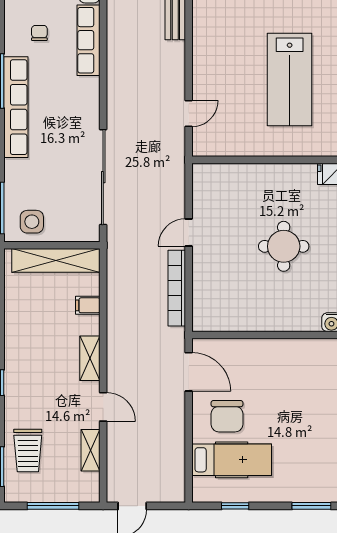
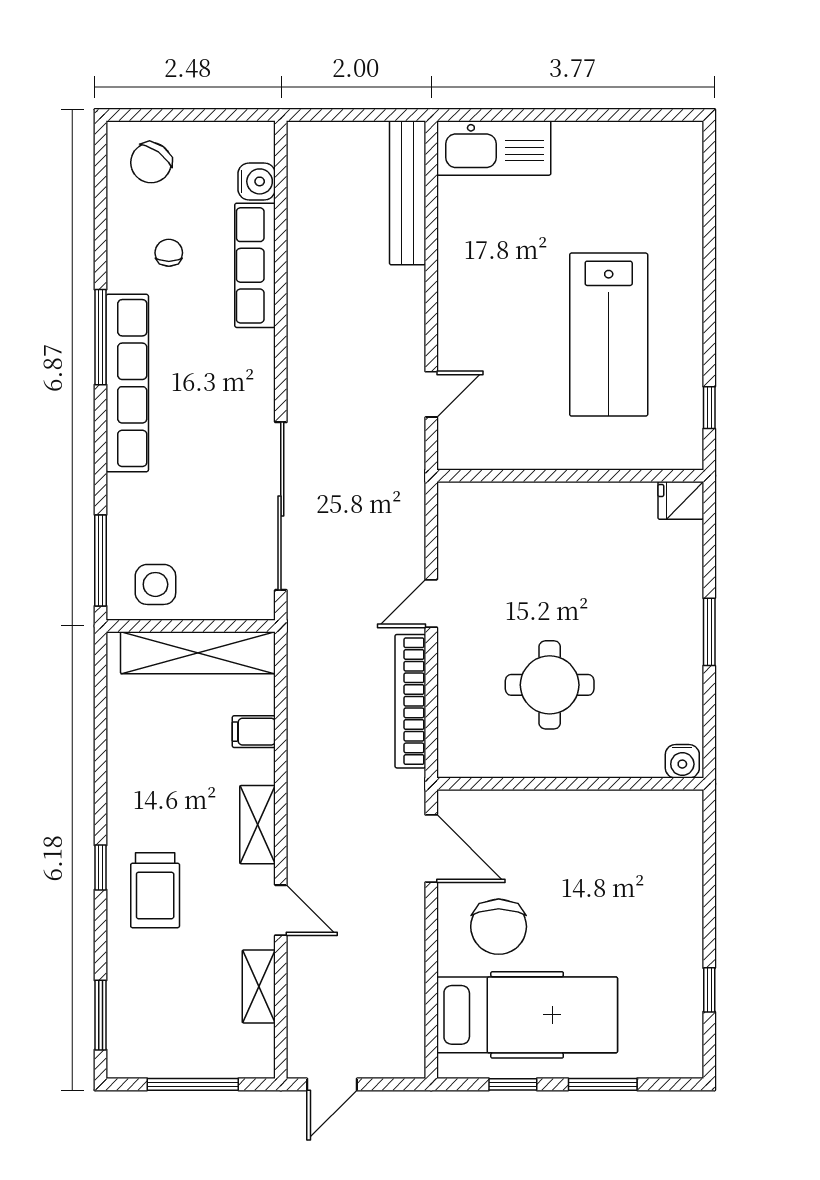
round table: (284, 246) -> (550, 685), moved
trolley: (28, 450) -> (155, 890), moved
hospital bed: (232, 460) -> (527, 1015), width x1.37, depth x1.29
window: (311, 506) -> (603, 1084), moved

